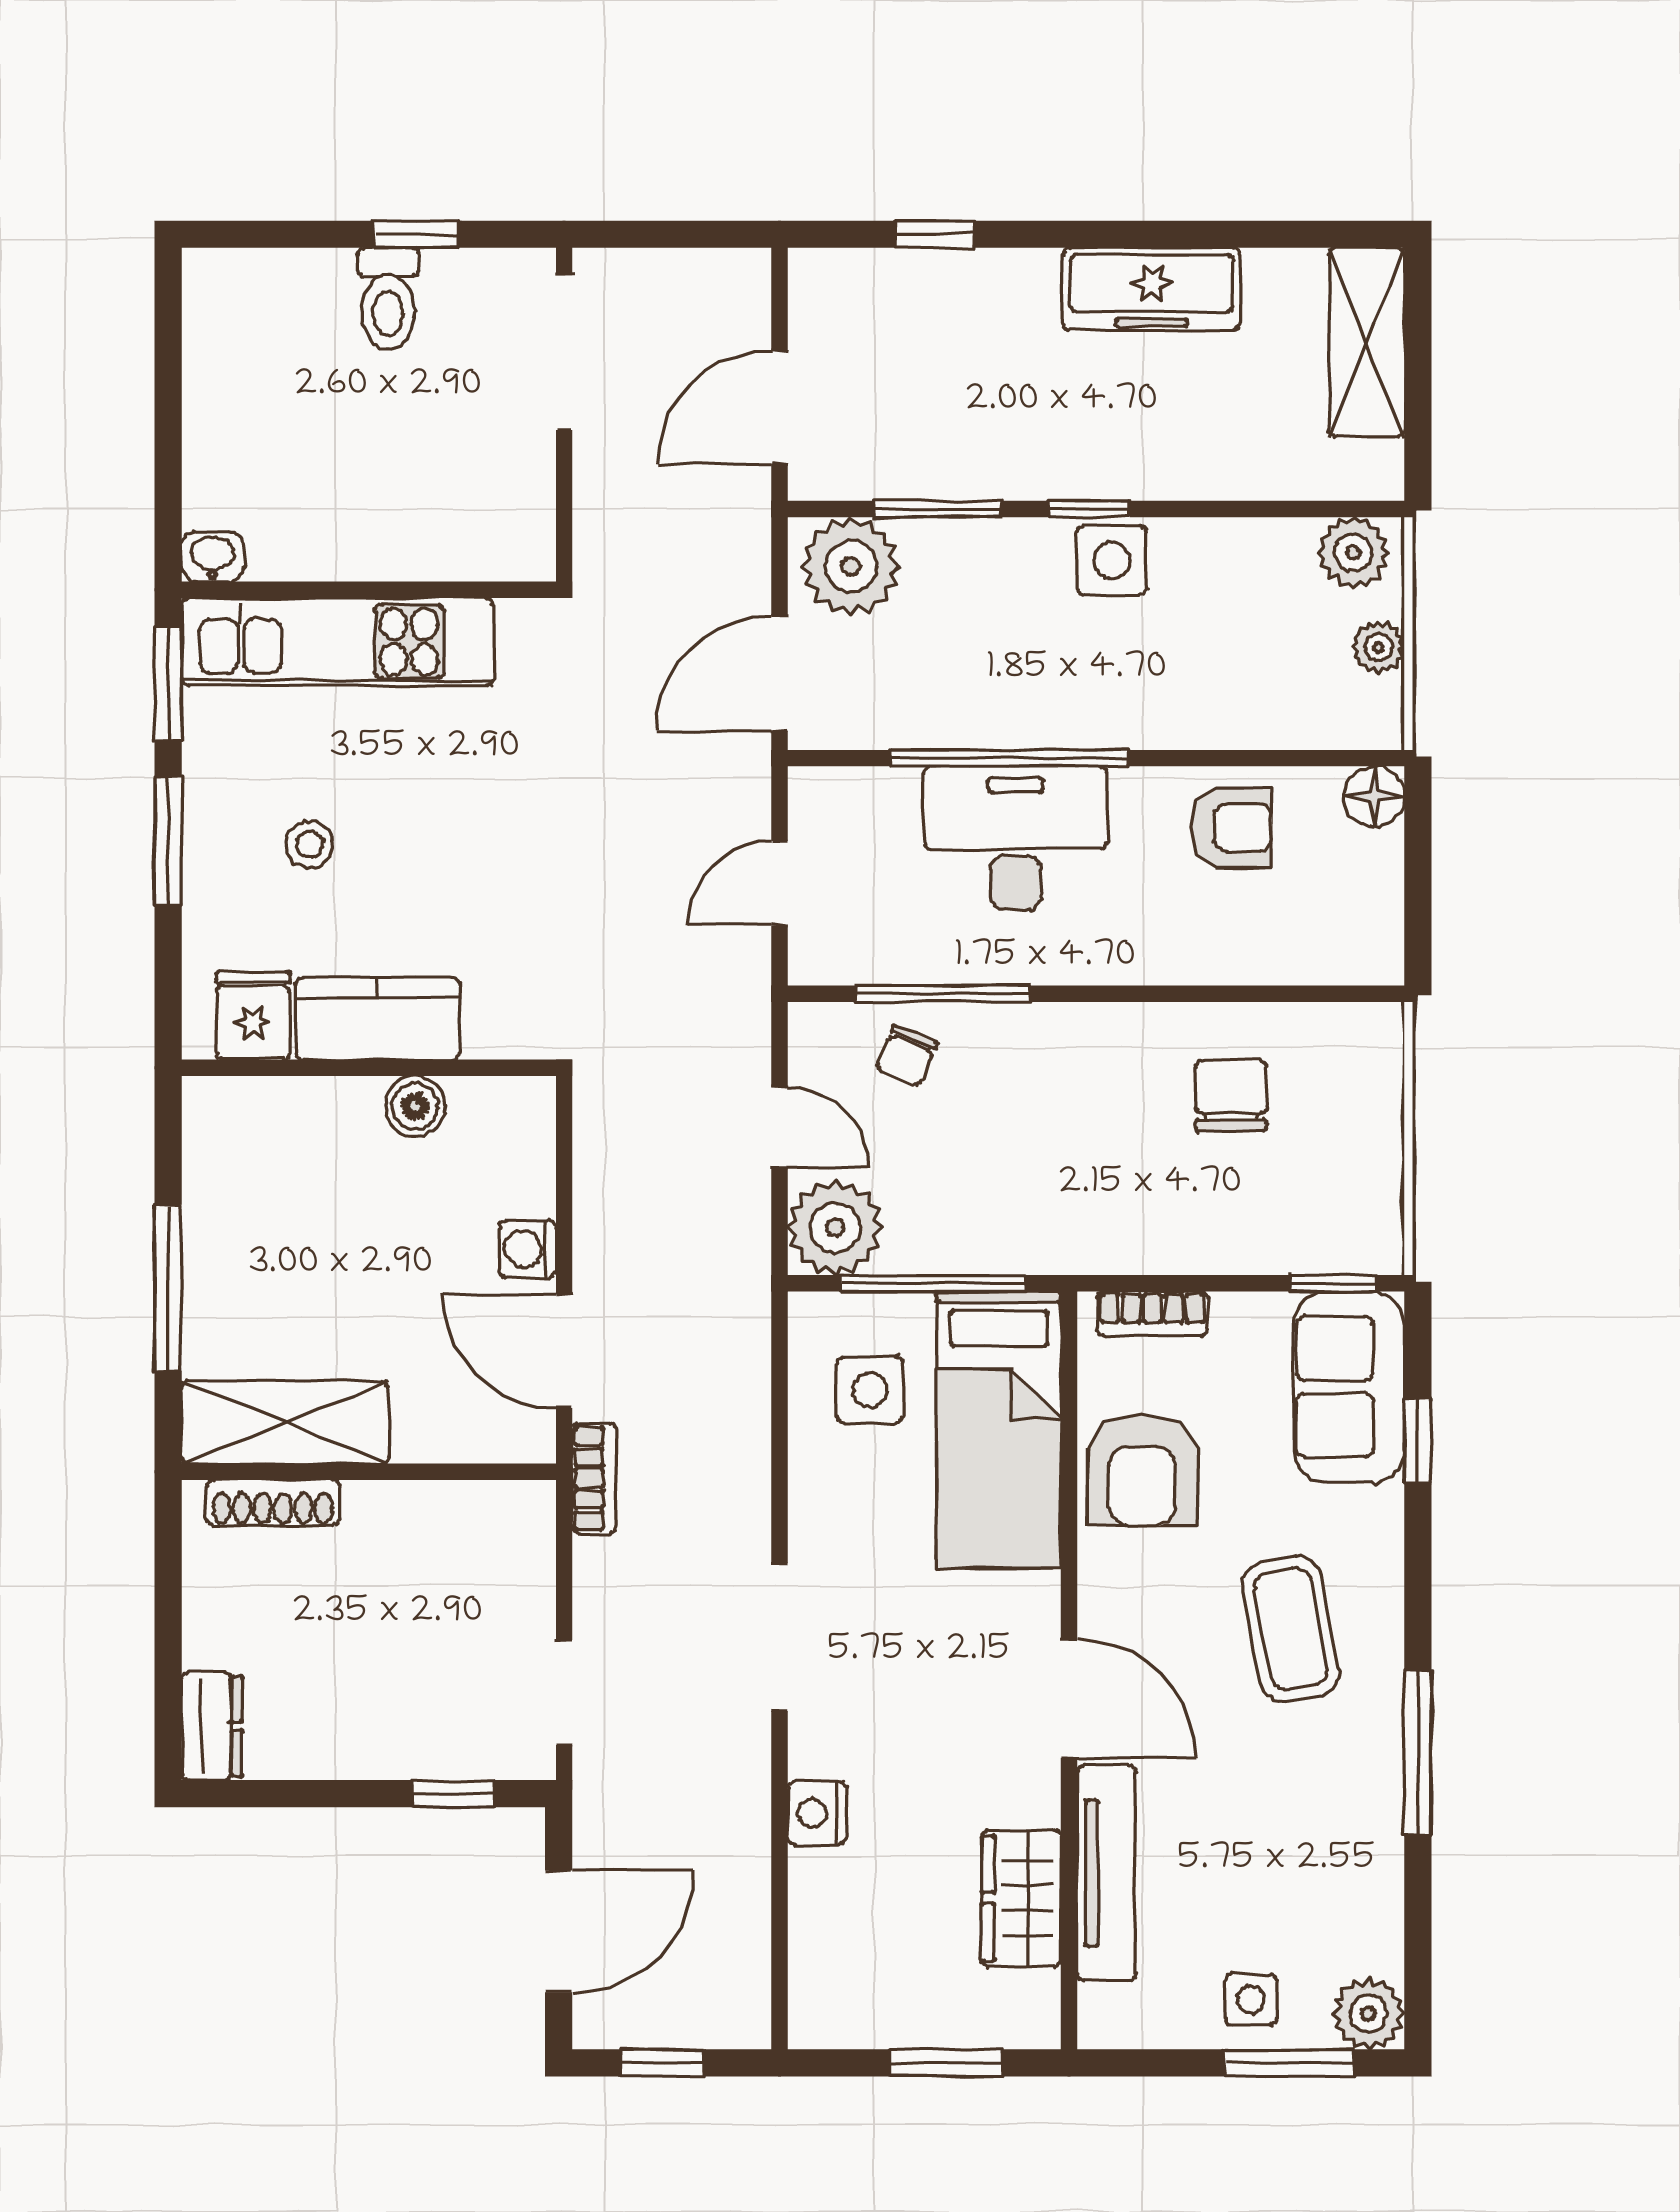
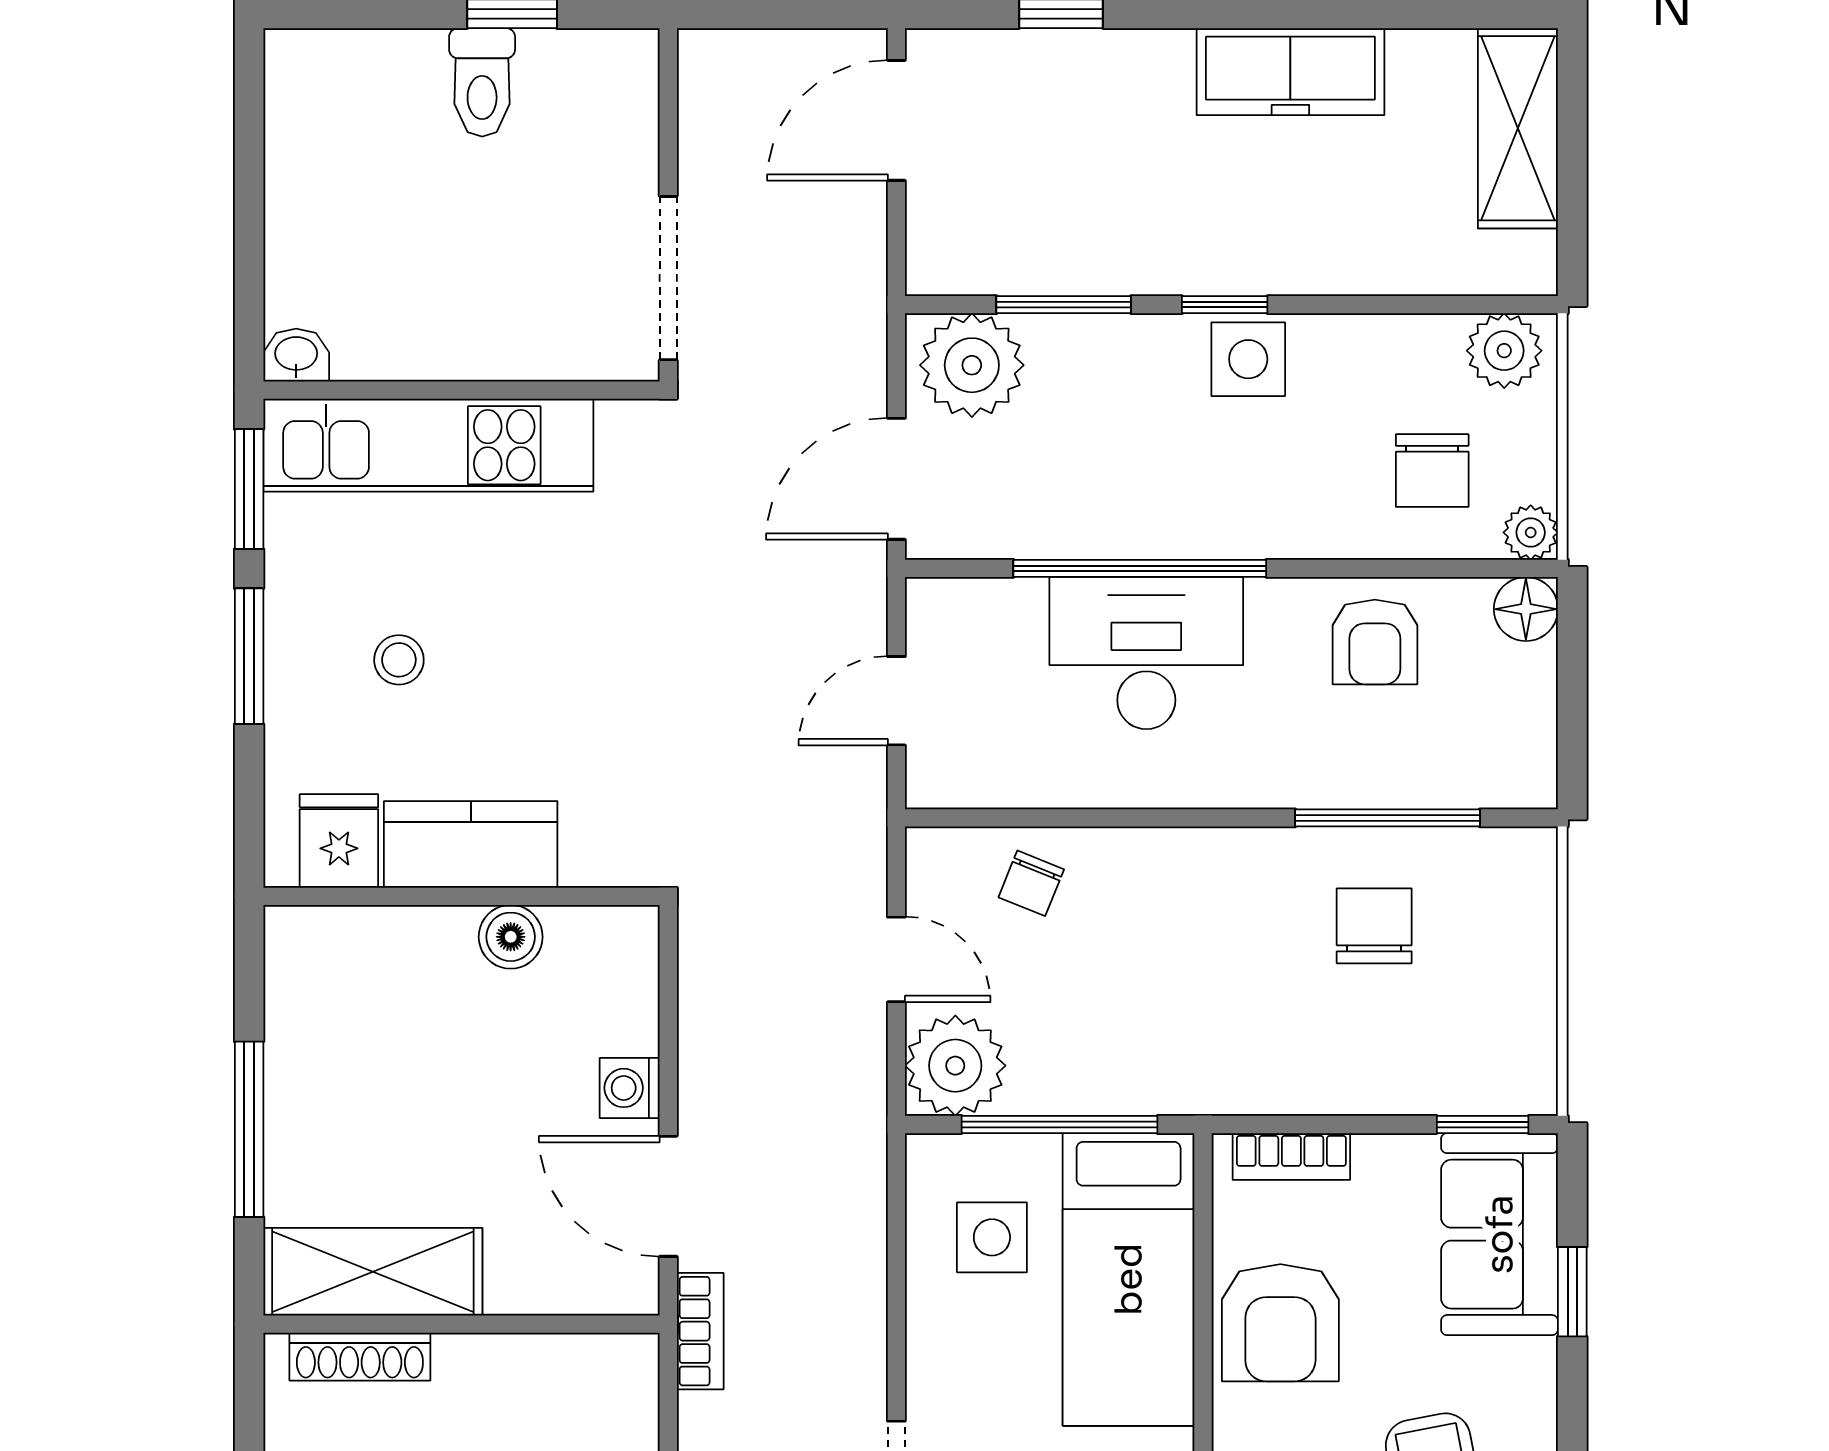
doorway: (564, 353) -> (668, 278), moved
door: (780, 407) -> (896, 120), moved
plant: (1379, 647) -> (1531, 532), moved
chair: (1286, 666) -> (1432, 471), added
armchair: (1231, 828) -> (1375, 642), turned 90
window: (943, 994) -> (1388, 818), moved

